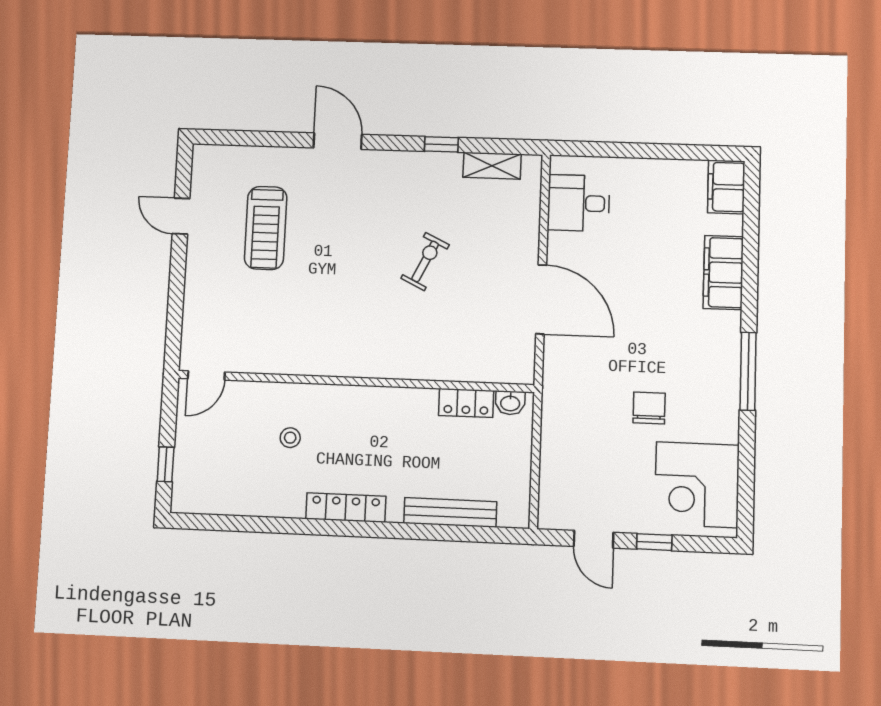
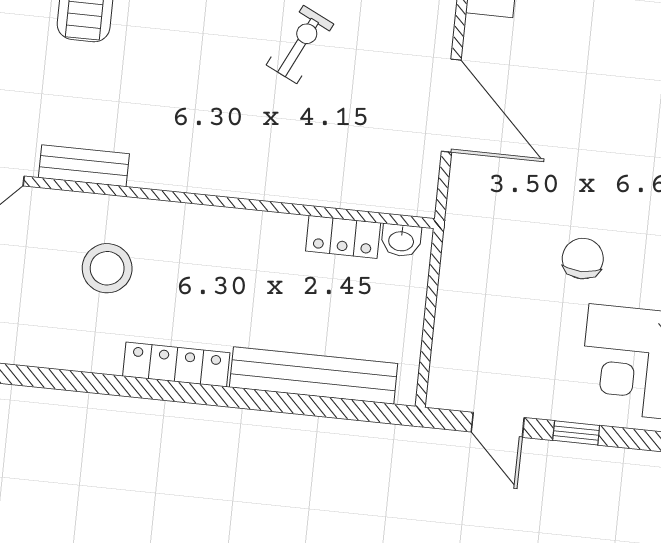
bench: (269, 362) -> (84, 166), added
stool: (290, 438) -> (107, 268), width x1.89, depth x1.89
bench: (450, 512) -> (314, 375), width x1.37, depth x1.21

